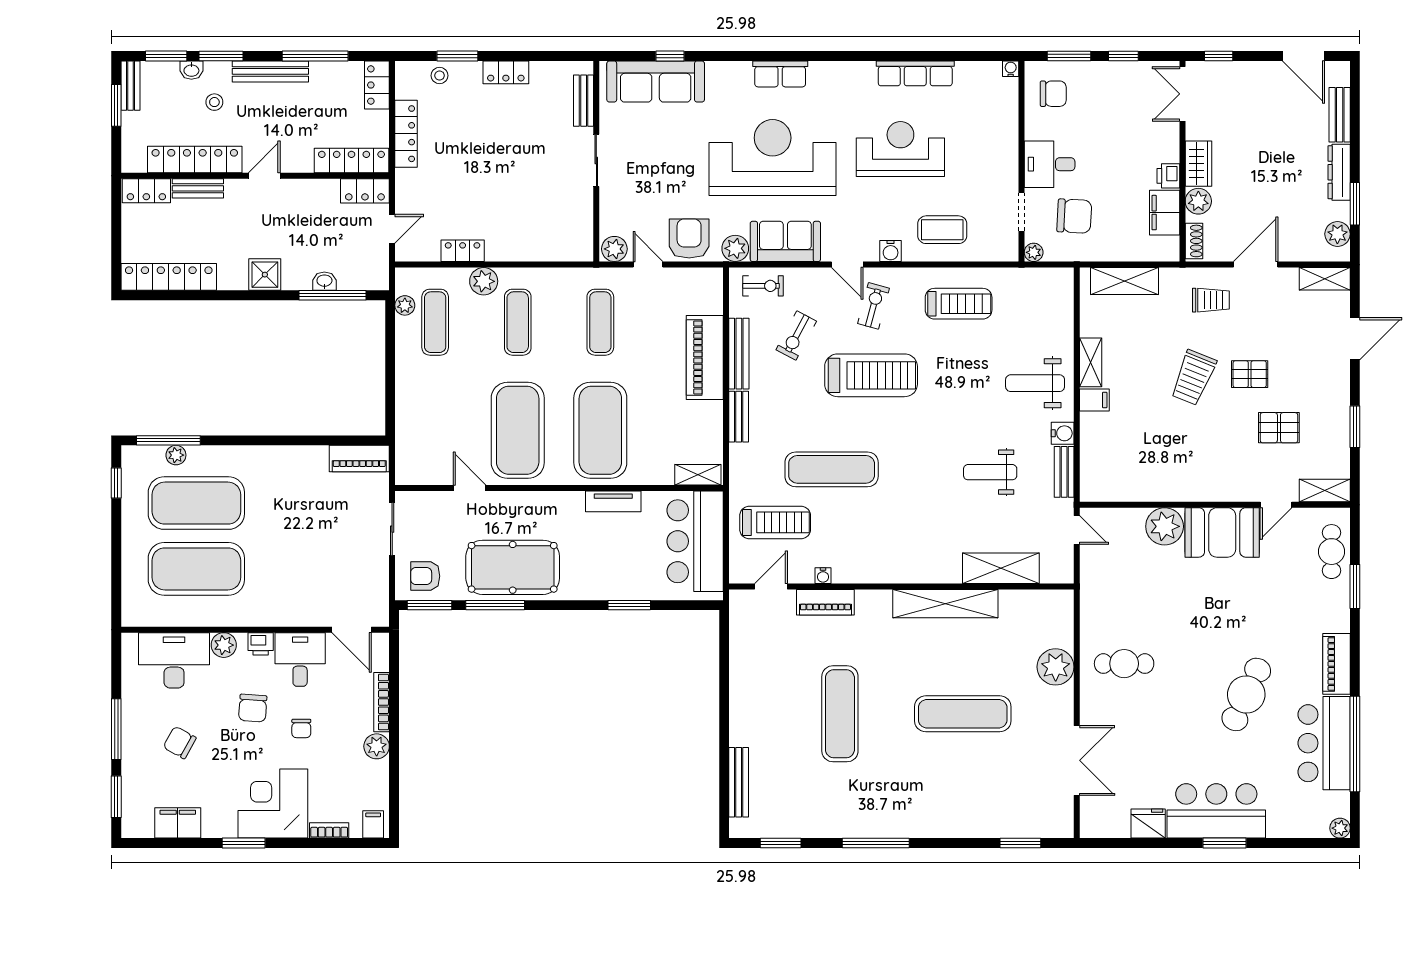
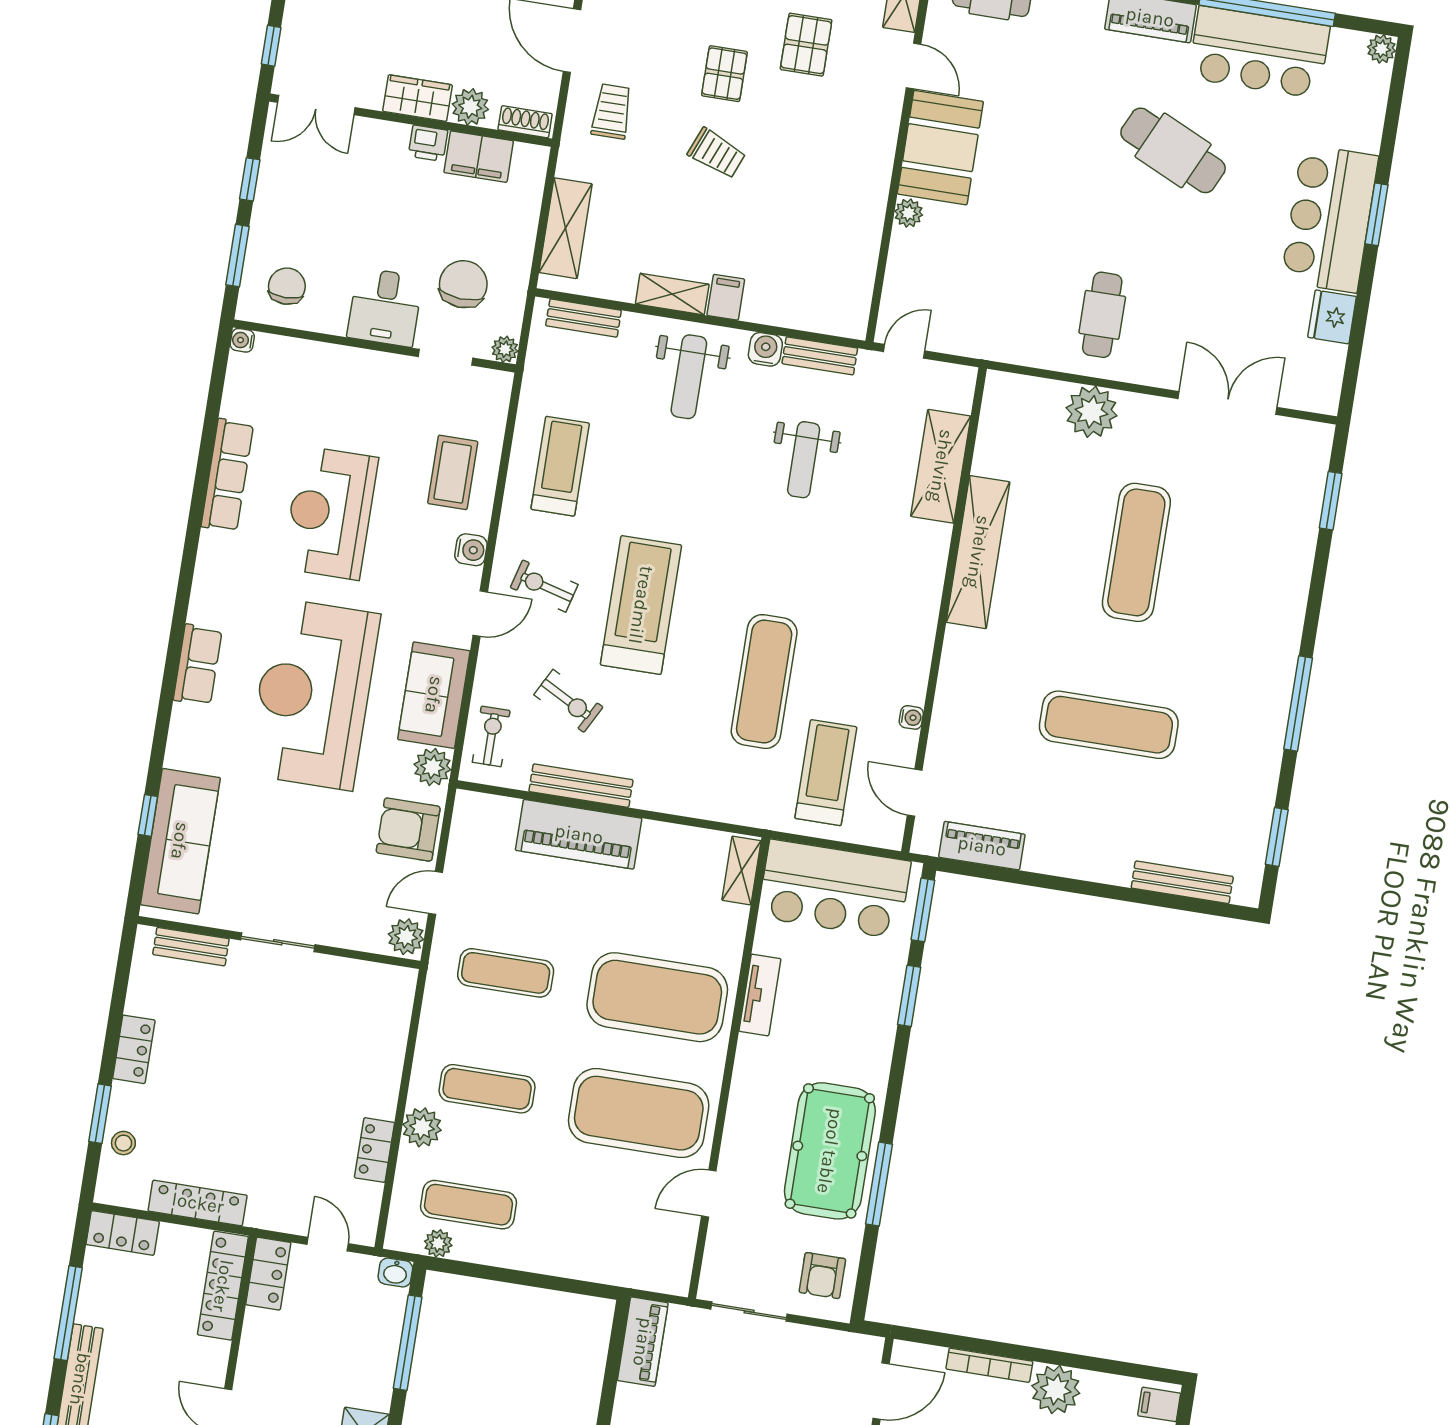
washbasin: (324, 281) -> (395, 1272), moved, turned -90
trolley: (1193, 378) -> (717, 153), width x0.73, depth x0.72
bench: (739, 417) -> (584, 318), moved
plant: (1165, 526) -> (909, 213), width x0.53, depth x0.53
piano: (825, 602) -> (982, 846), moved, turned -90
window: (429, 605) -> (923, 910), moved
plant: (377, 746) -> (1056, 1390), width x1.36, depth x1.36

